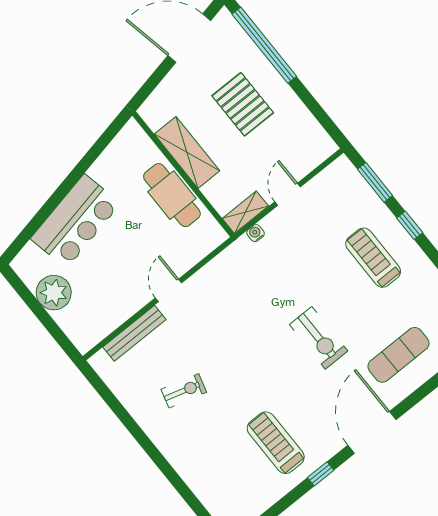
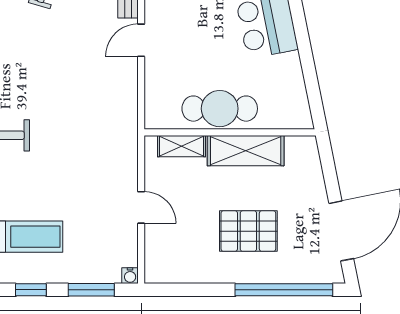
shelving: (245, 212) -> (181, 146), moved, turned 90
water cooler: (256, 233) -> (130, 276), moved, turned 90
door: (168, 290) -> (141, 40), swing flipped

